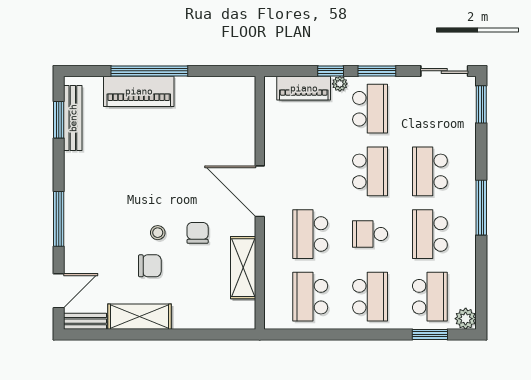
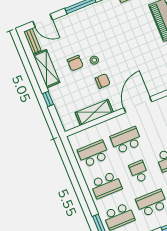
window: (190, 334) -> (48, 99), added

